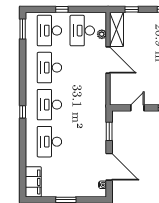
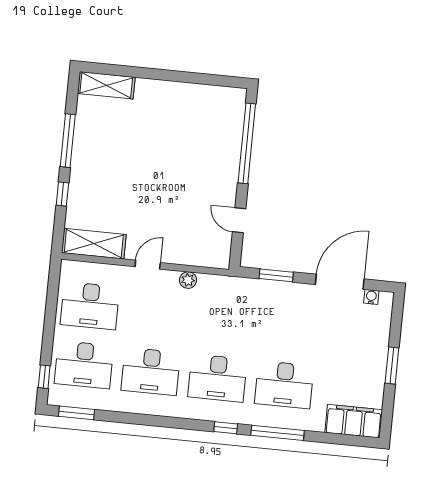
window: (62, 9) -> (44, 377), moved
window: (132, 9) -> (62, 194), moved
plant: (102, 34) -> (188, 280), moved
door: (108, 60) -> (148, 265), width x0.53
window: (23, 141) -> (277, 433), added

